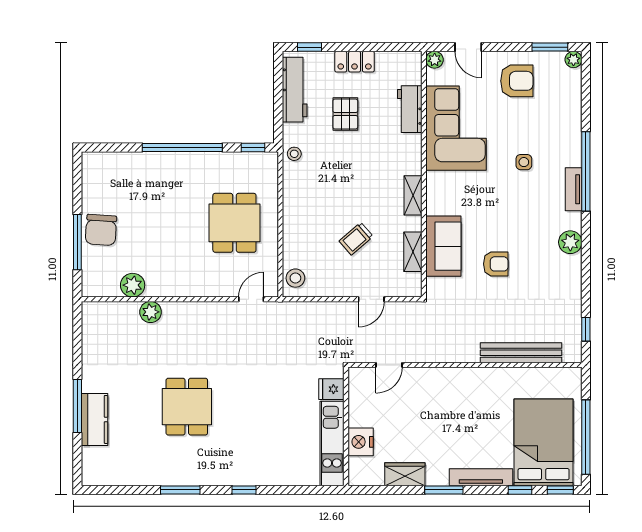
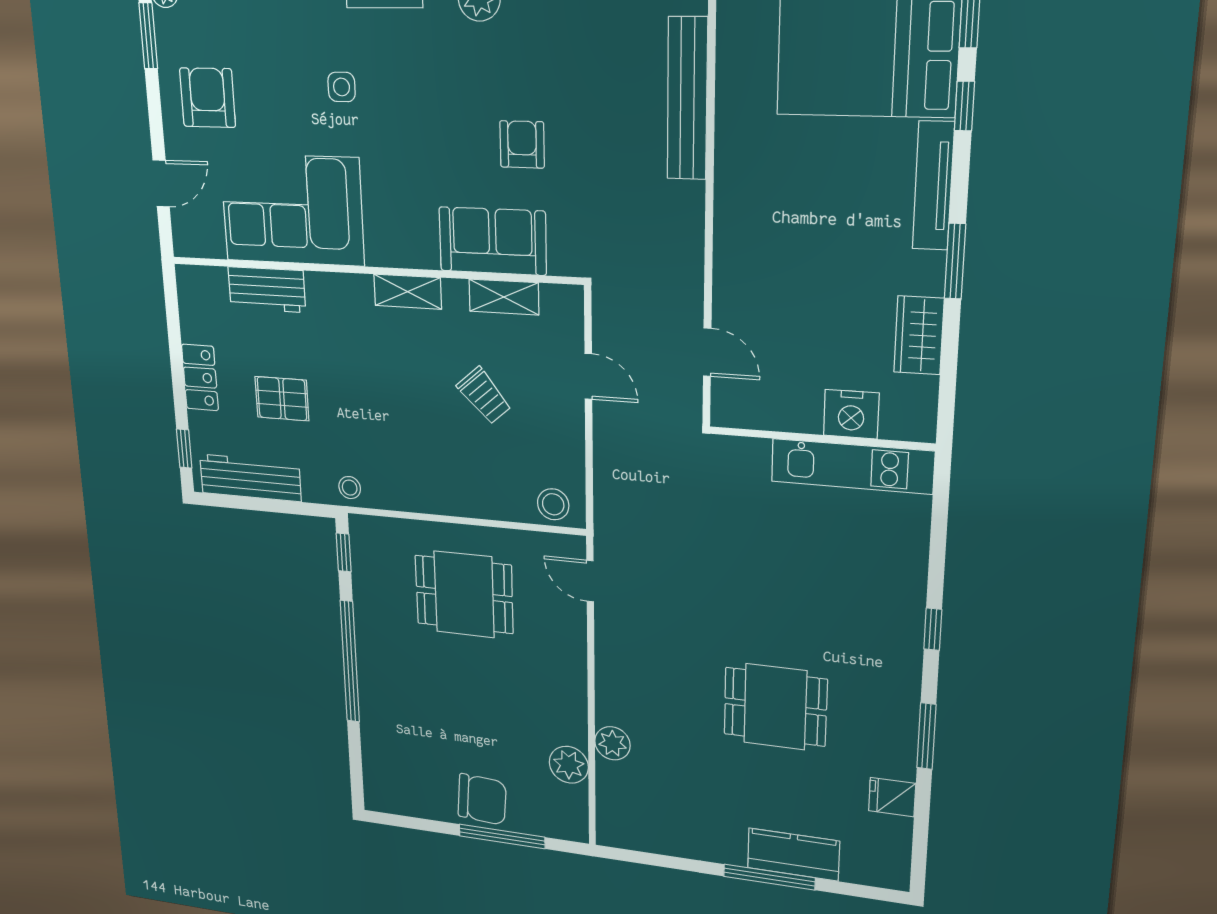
plant: (435, 60) -> (186, 243), removed
fridge: (331, 389) -> (892, 797), moved, turned 90

